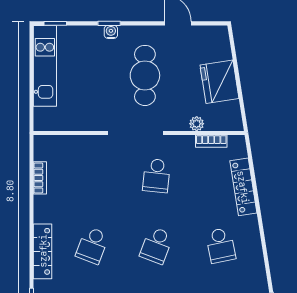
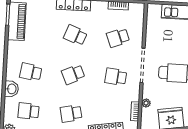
school desk: (92, 176) -> (118, 38), added
school desk: (156, 245) -> (73, 74), turned -45

